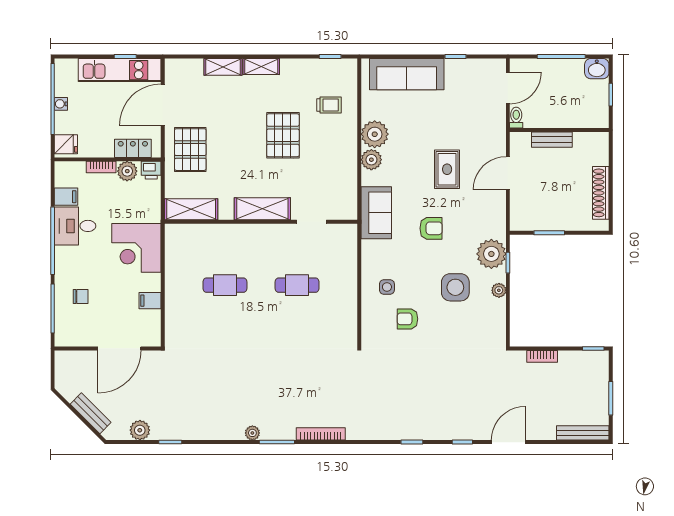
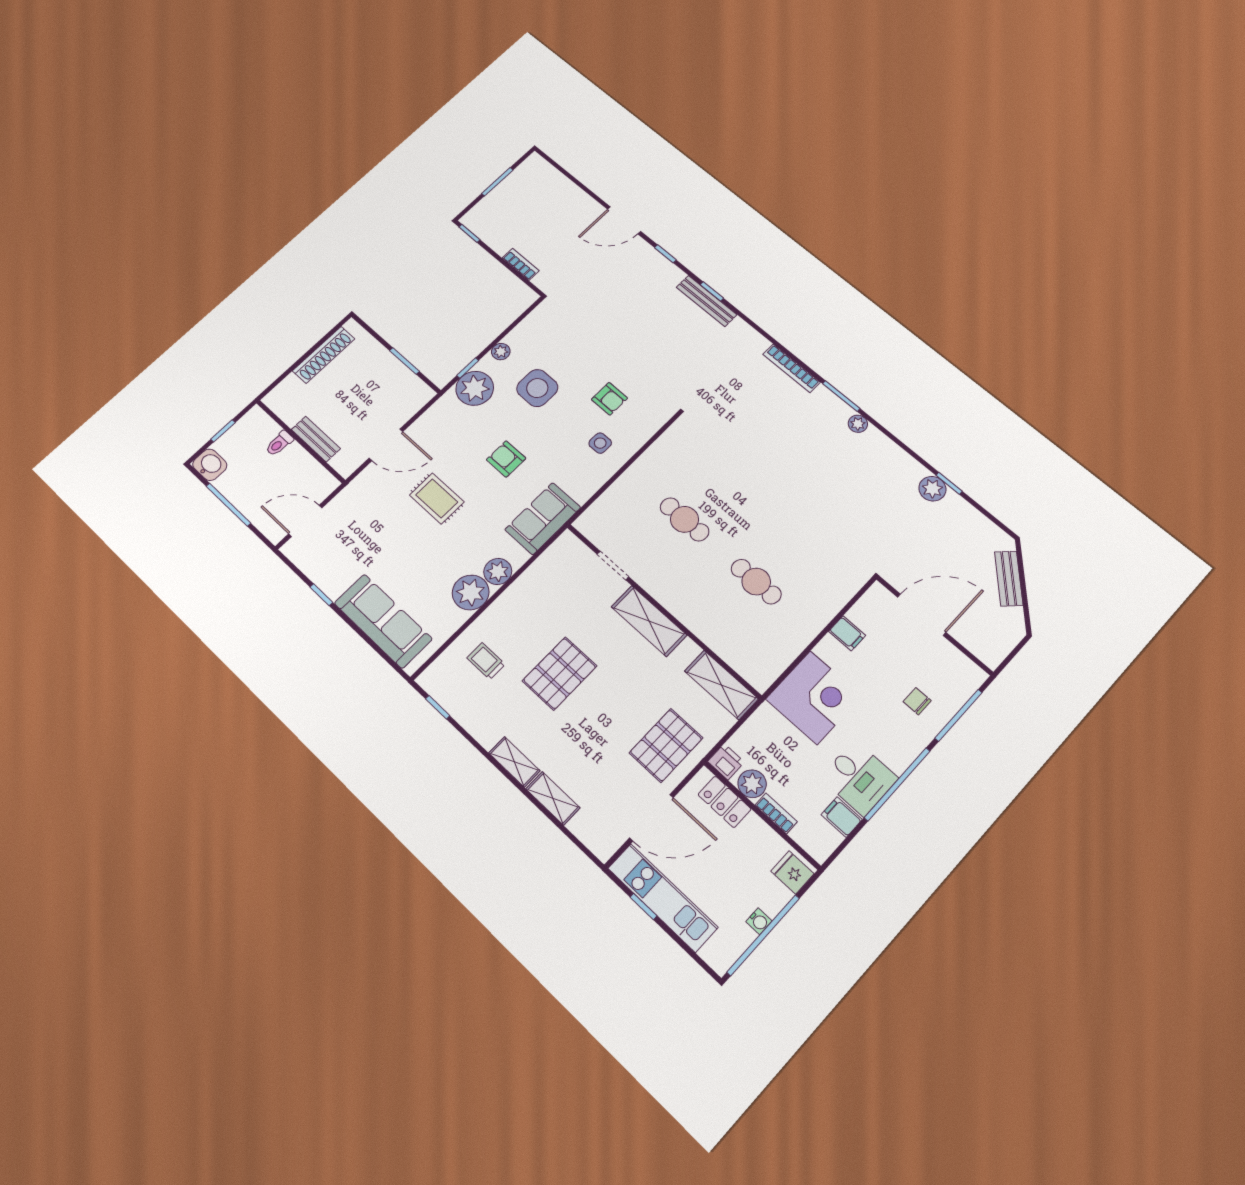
toilet: (516, 118) -> (279, 443), moved
rug: (447, 169) -> (437, 498), turned 90
plant: (140, 430) -> (932, 489), moved
bench: (583, 433) -> (707, 301), moved

